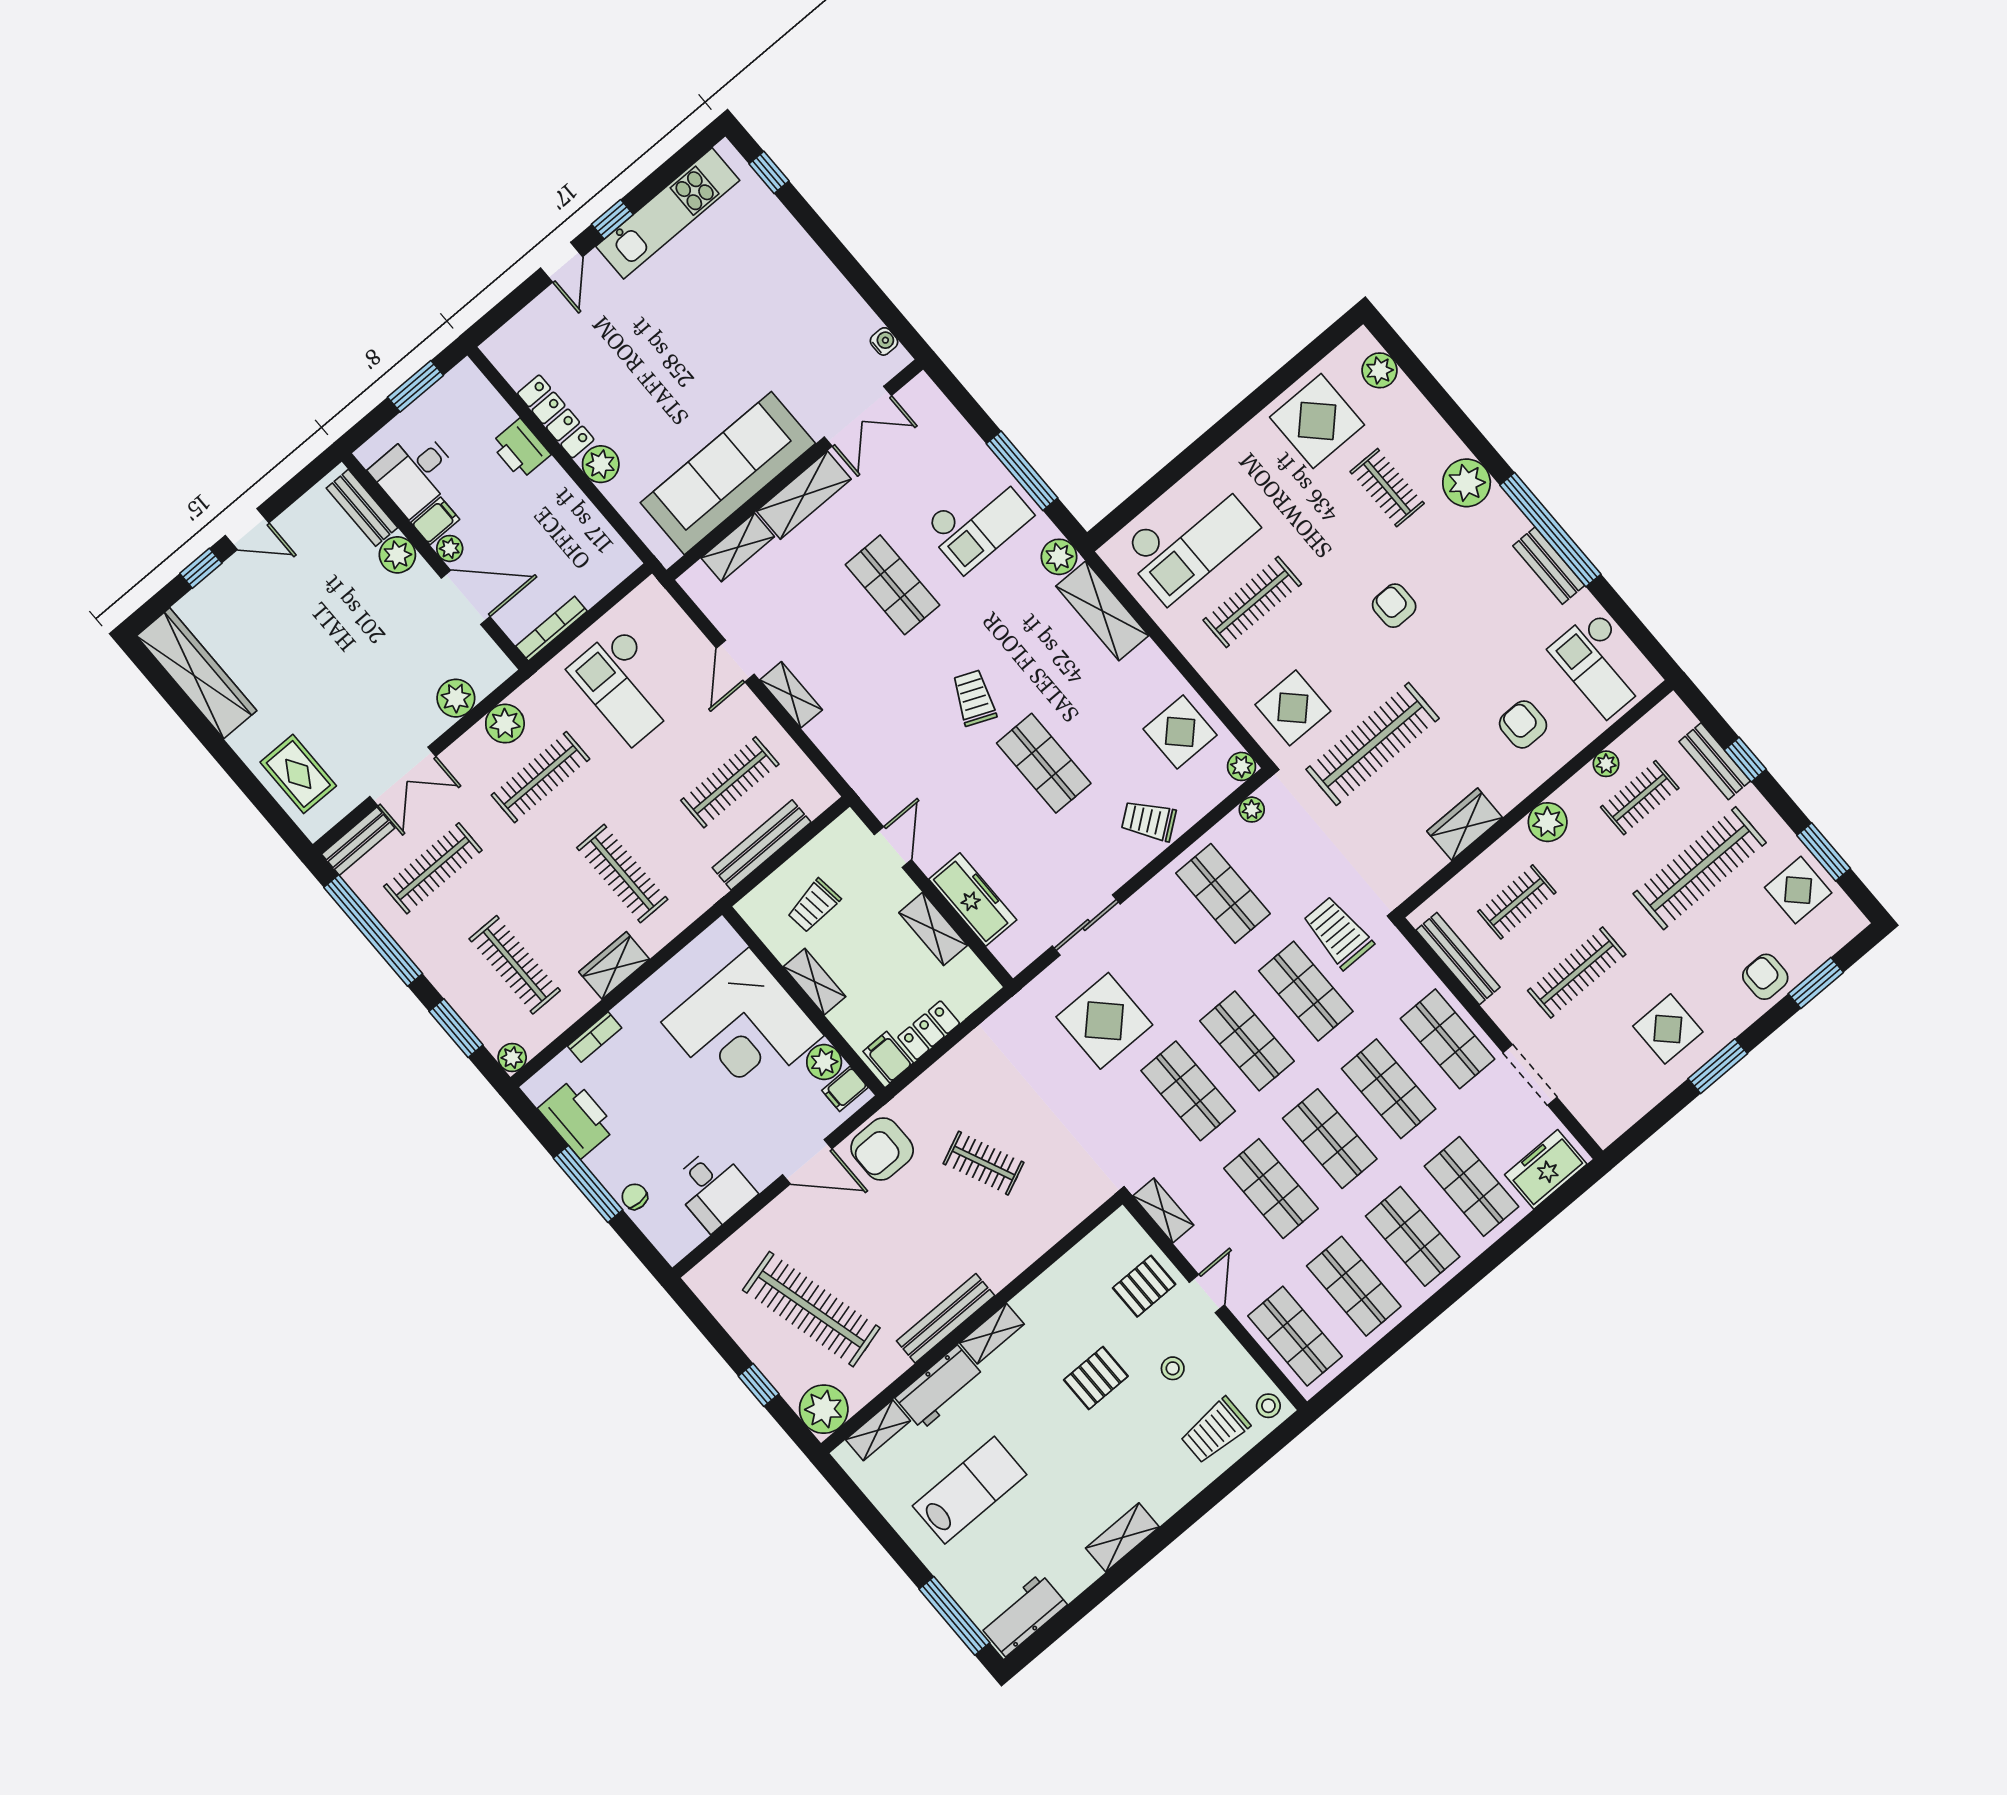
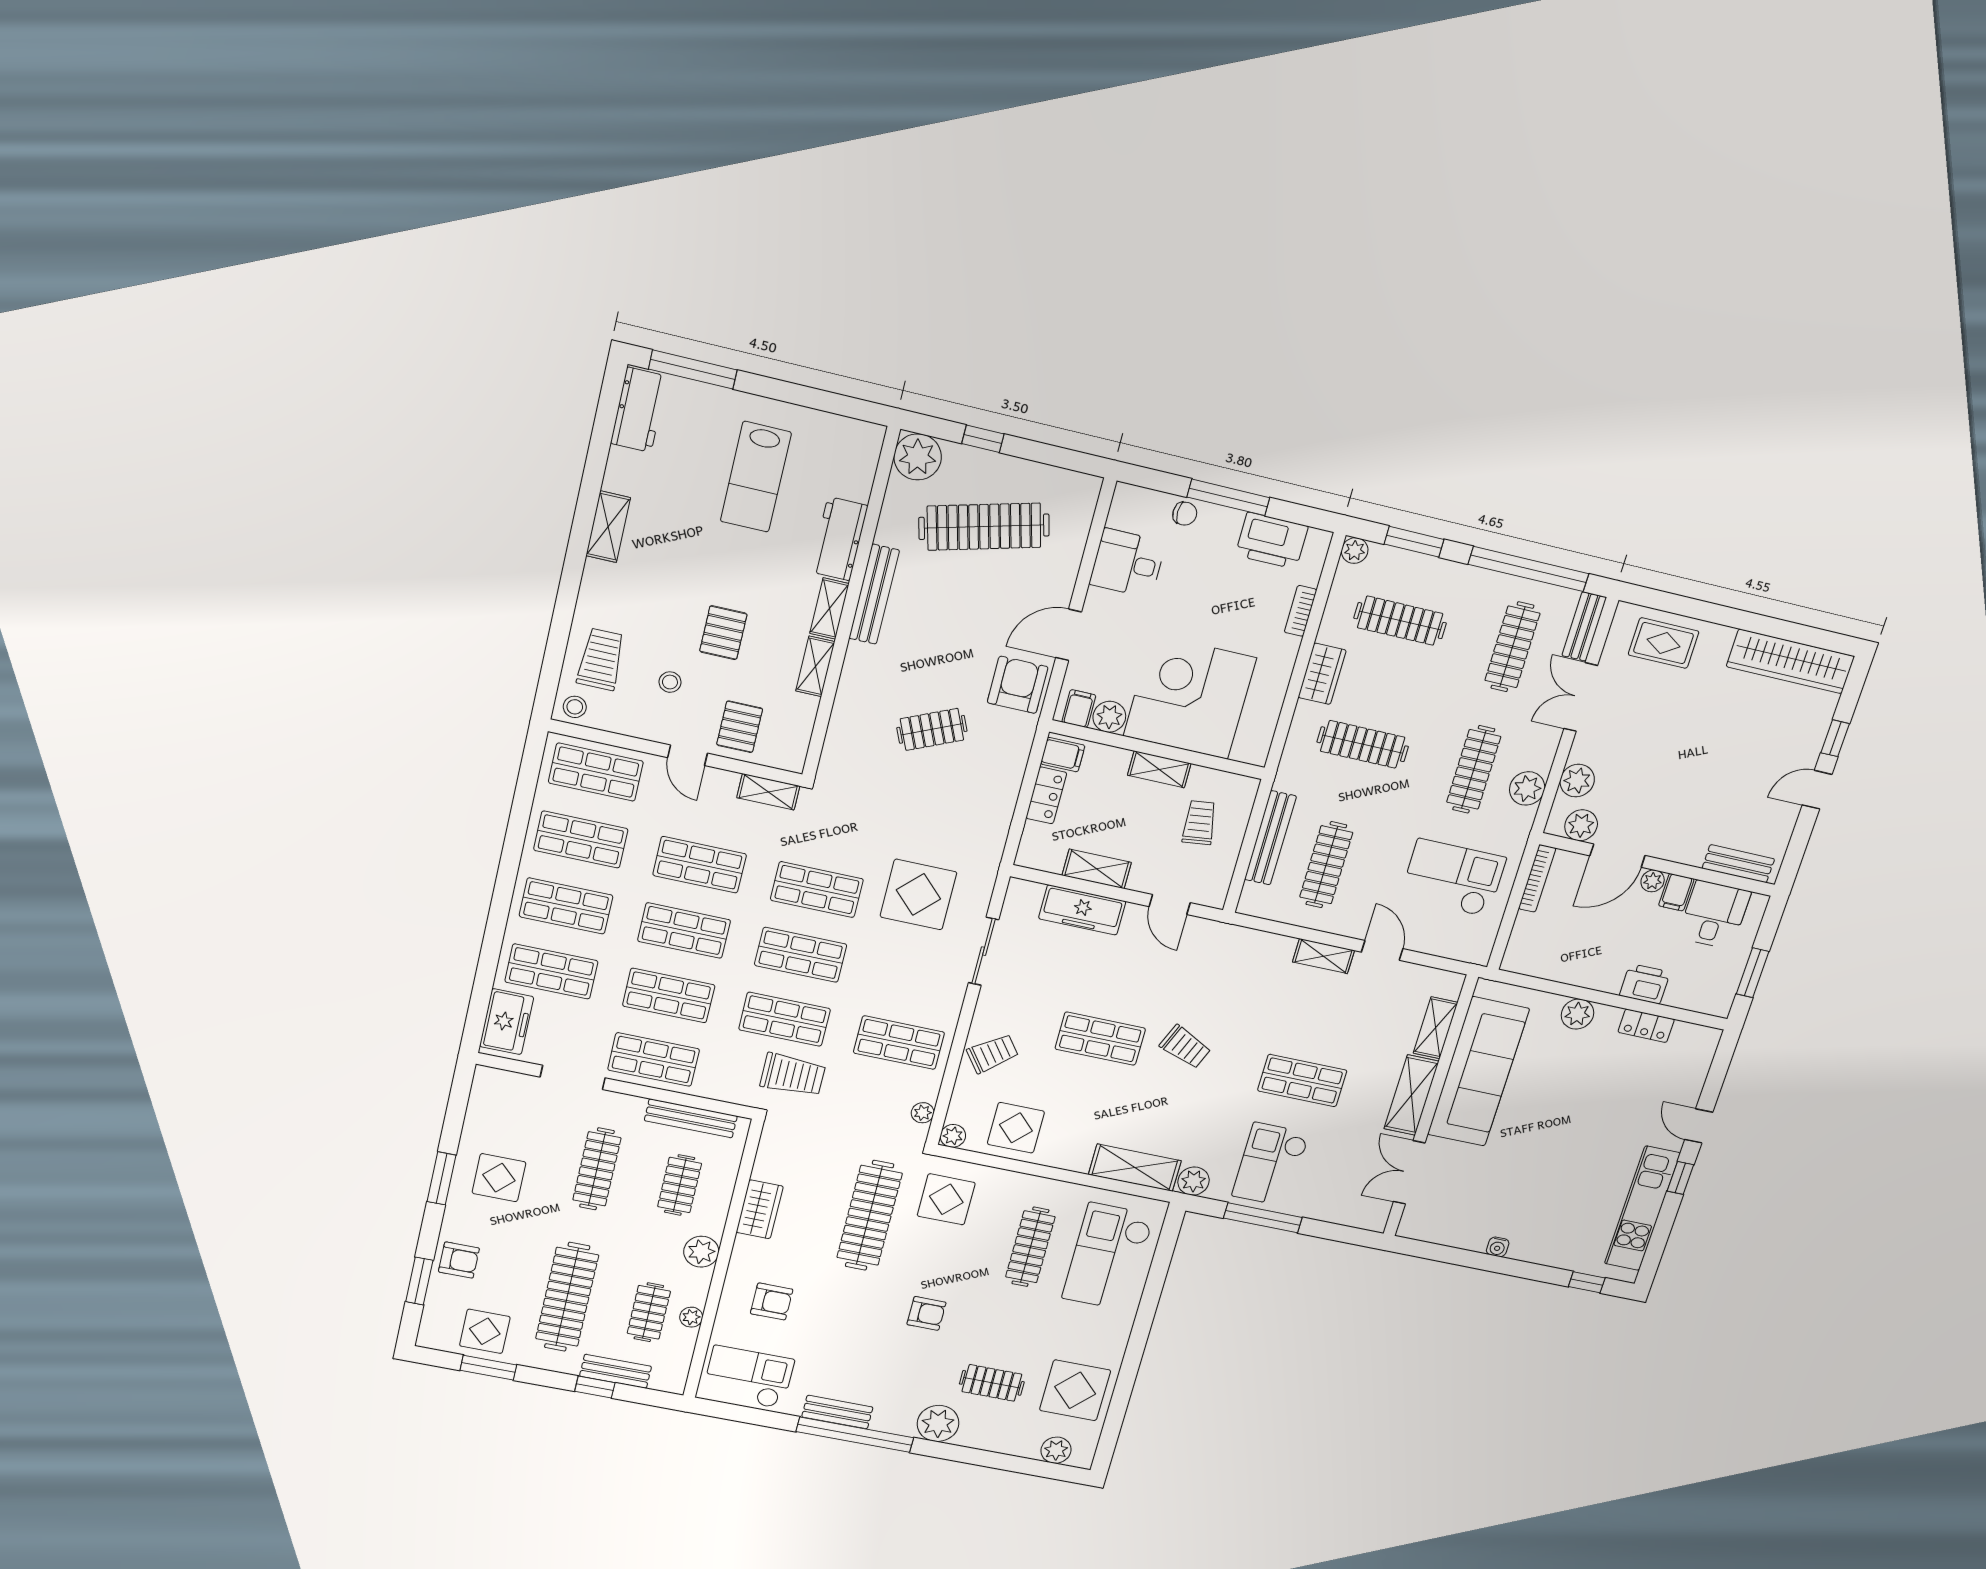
water cooler: (884, 341) -> (1498, 1247), moved
locker: (556, 416) -> (1646, 1026), width x0.66
plant: (397, 555) -> (1581, 825), moved
shelving: (878, 1430) -> (815, 666), moved

